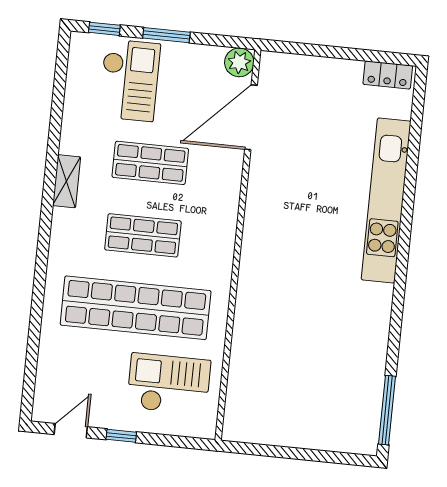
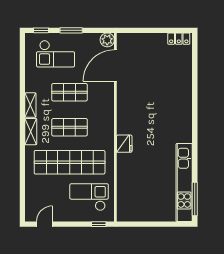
checkout: (129, 80) -> (56, 54), turned 90
kitchen unit: (386, 200) -> (184, 182), moved
shelving: (62, 236) -> (31, 132), added
fridge: (253, 281) -> (124, 144), added
window: (121, 436) -> (99, 224), moved

